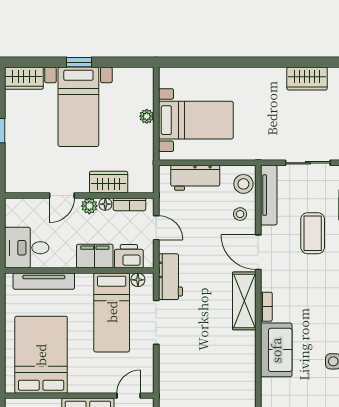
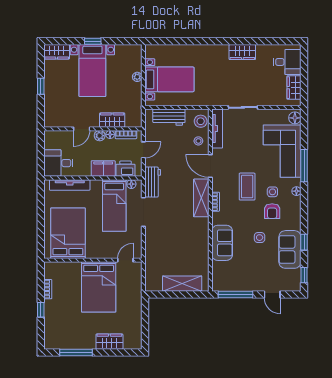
door: (156, 228) -> (143, 150), hinge flipped
coffee table: (313, 233) -> (247, 187), moved
sofa: (276, 350) -> (222, 243), moved

